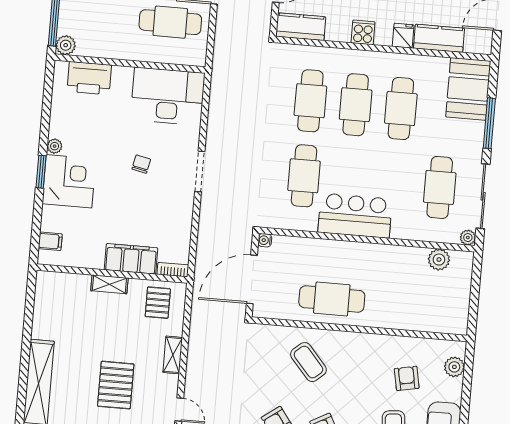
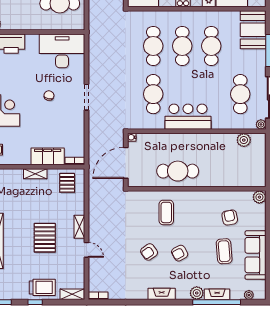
shelving: (173, 355) -> (79, 227), moved
coffee table: (308, 362) -> (166, 212), turned 41
plant: (454, 367) -> (259, 197), moved

